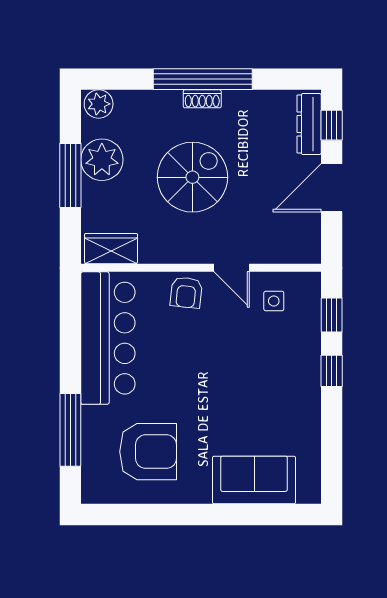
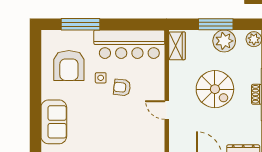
door: (232, 268) -> (167, 110), hinge flipped
armchair: (186, 292) -> (122, 87), moved
side table: (274, 301) -> (101, 78), moved

